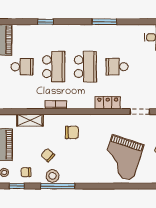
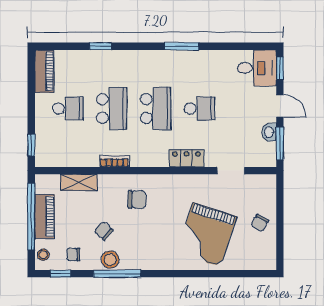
school desk: (117, 67) -> (199, 108), turned 180

